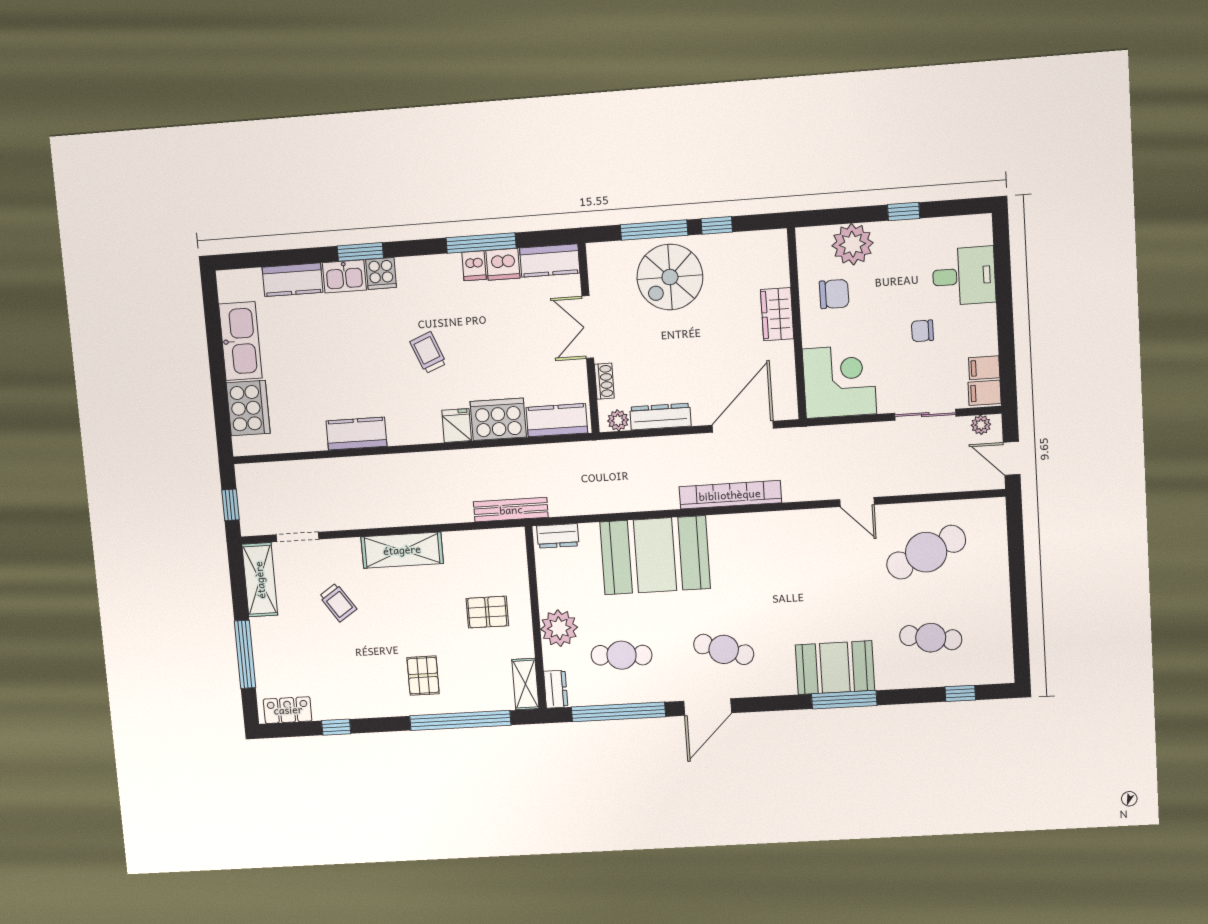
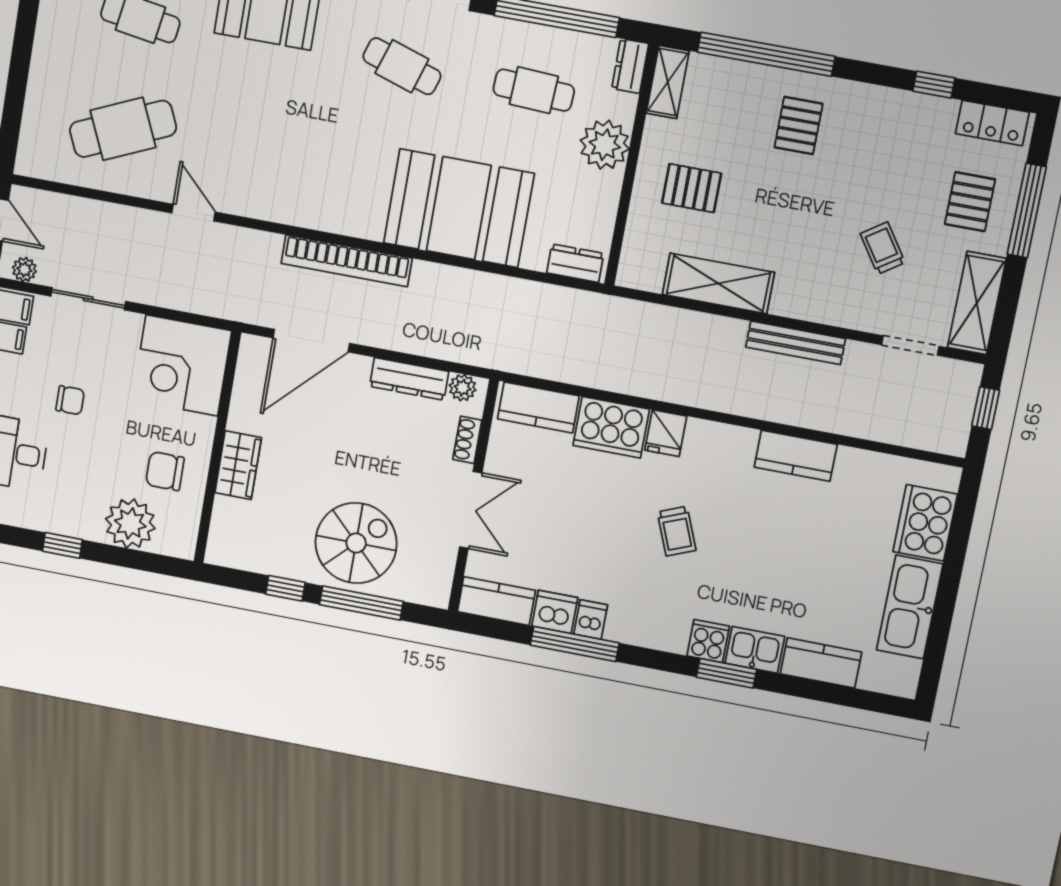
bench: (511, 510) -> (796, 343), moved
shelving: (402, 550) -> (718, 283), moved
pallet: (286, 651) -> (970, 202), added

